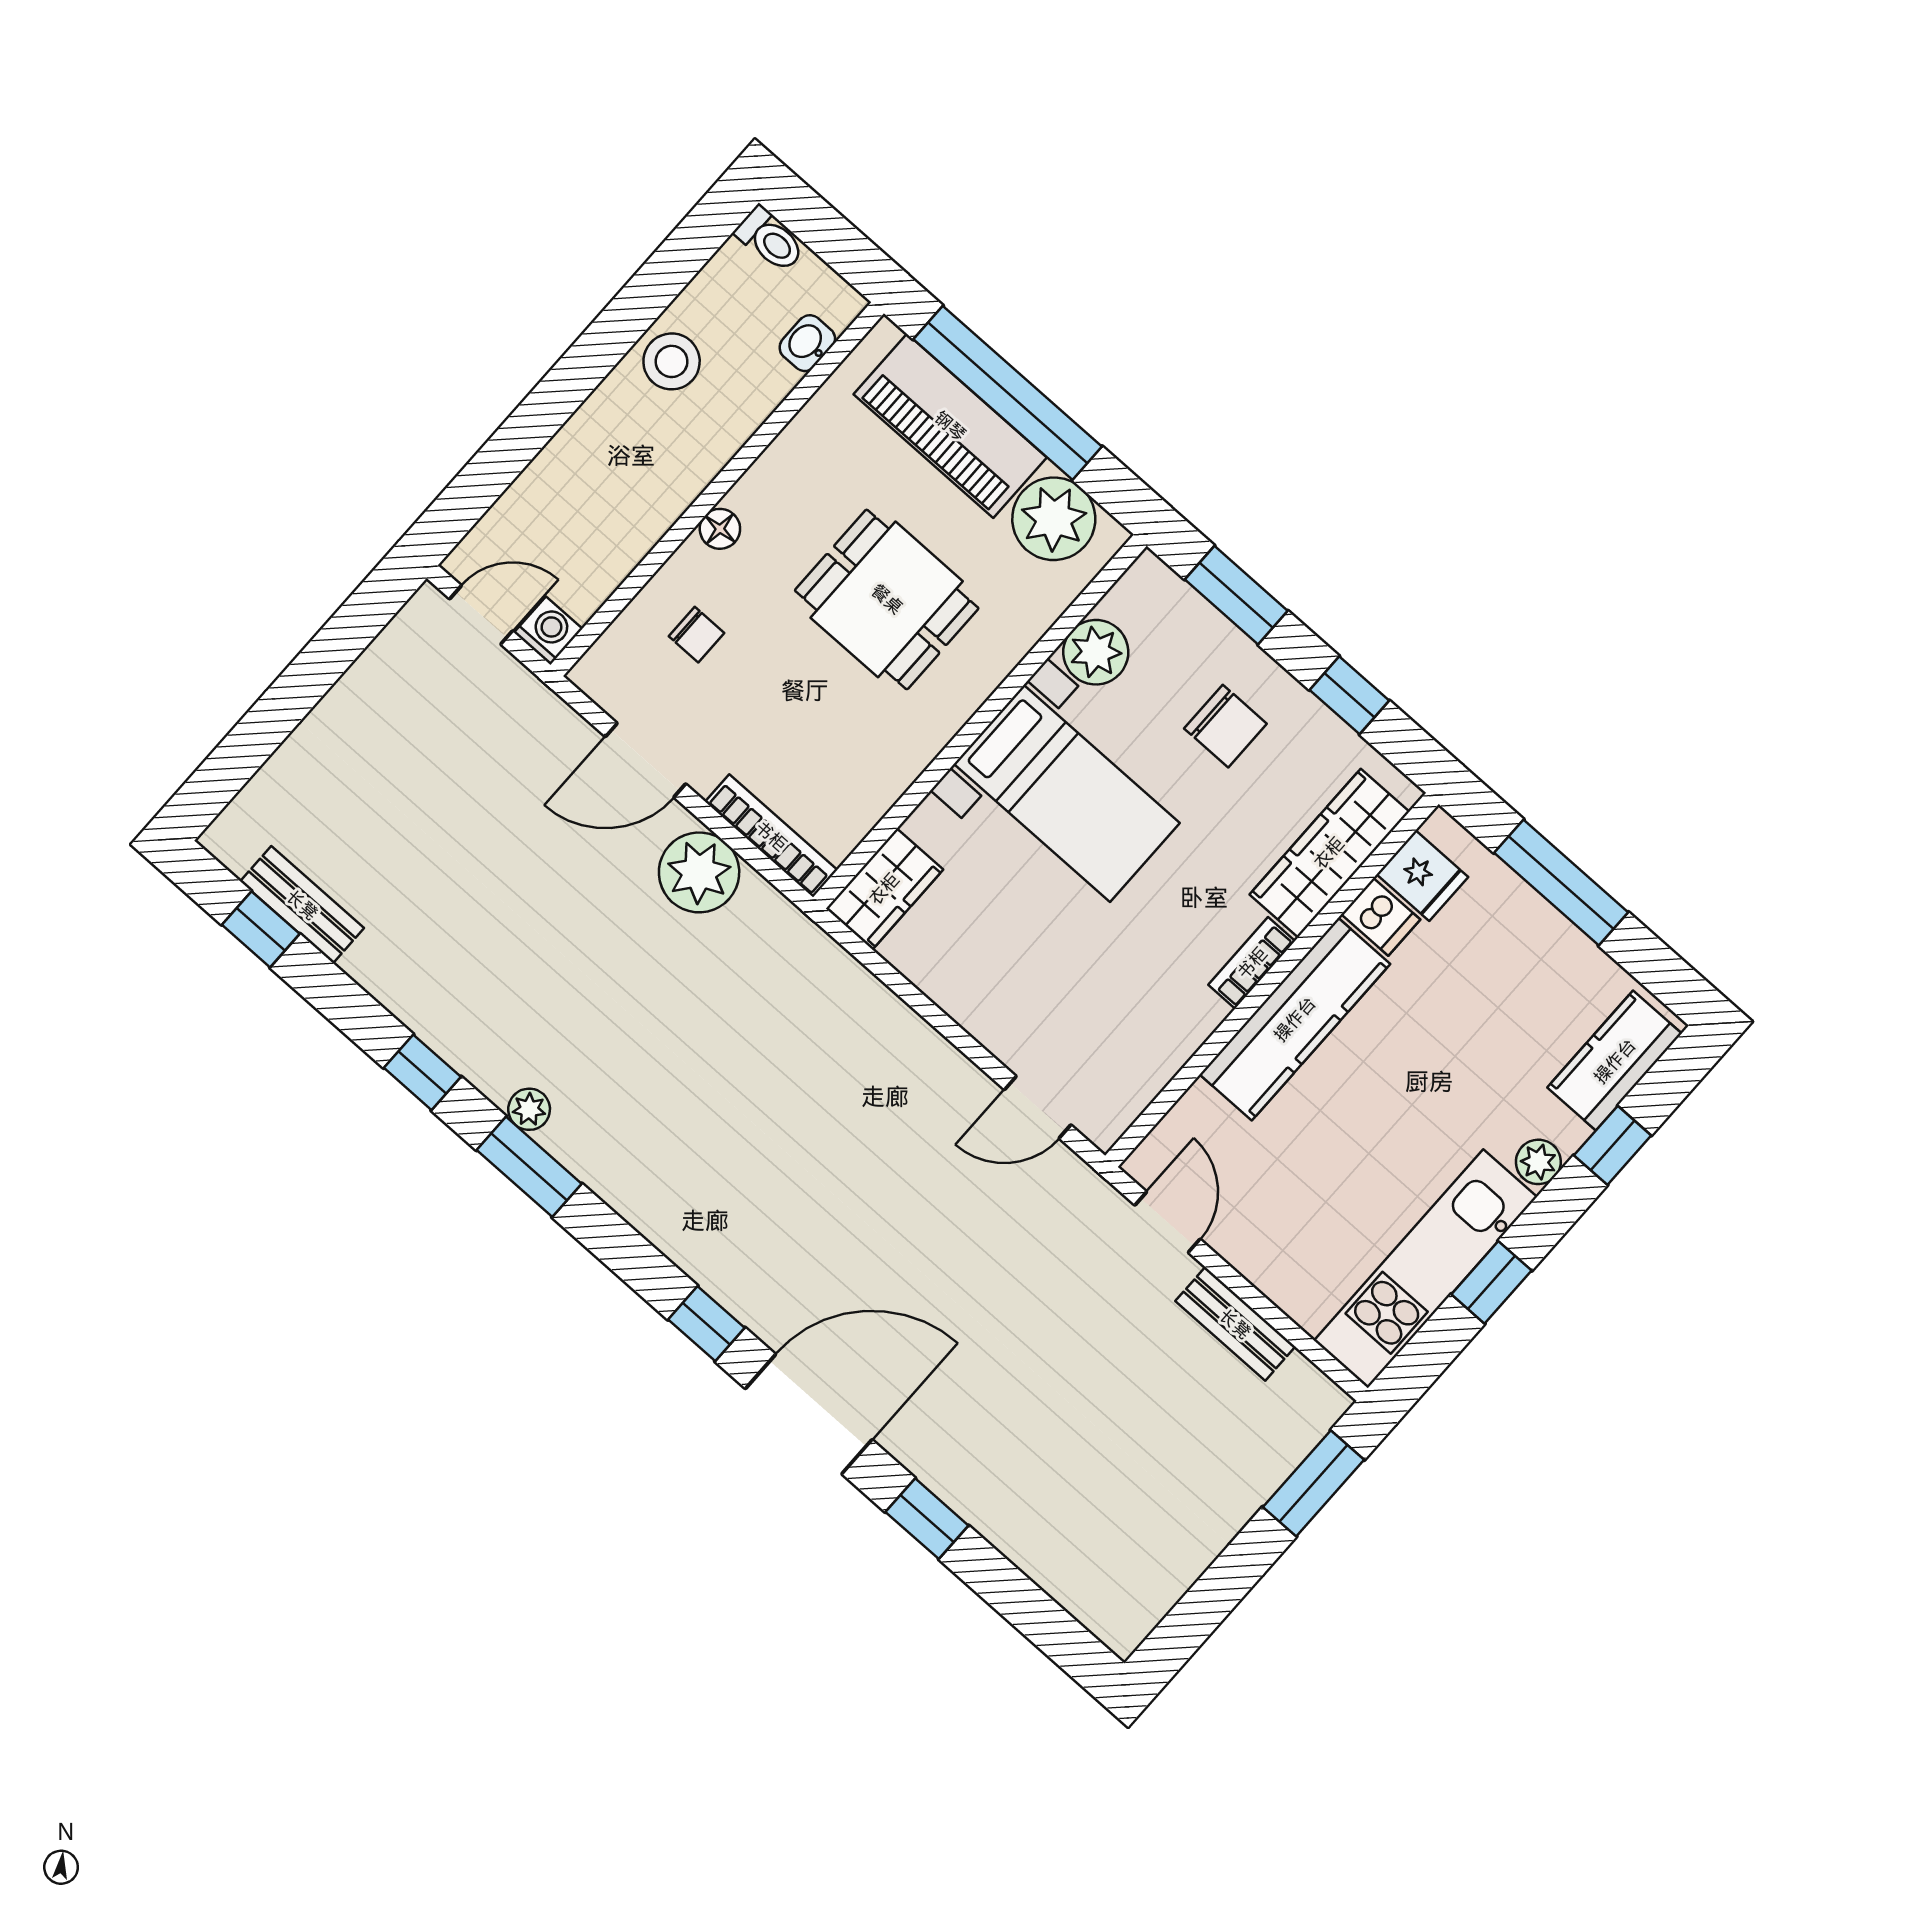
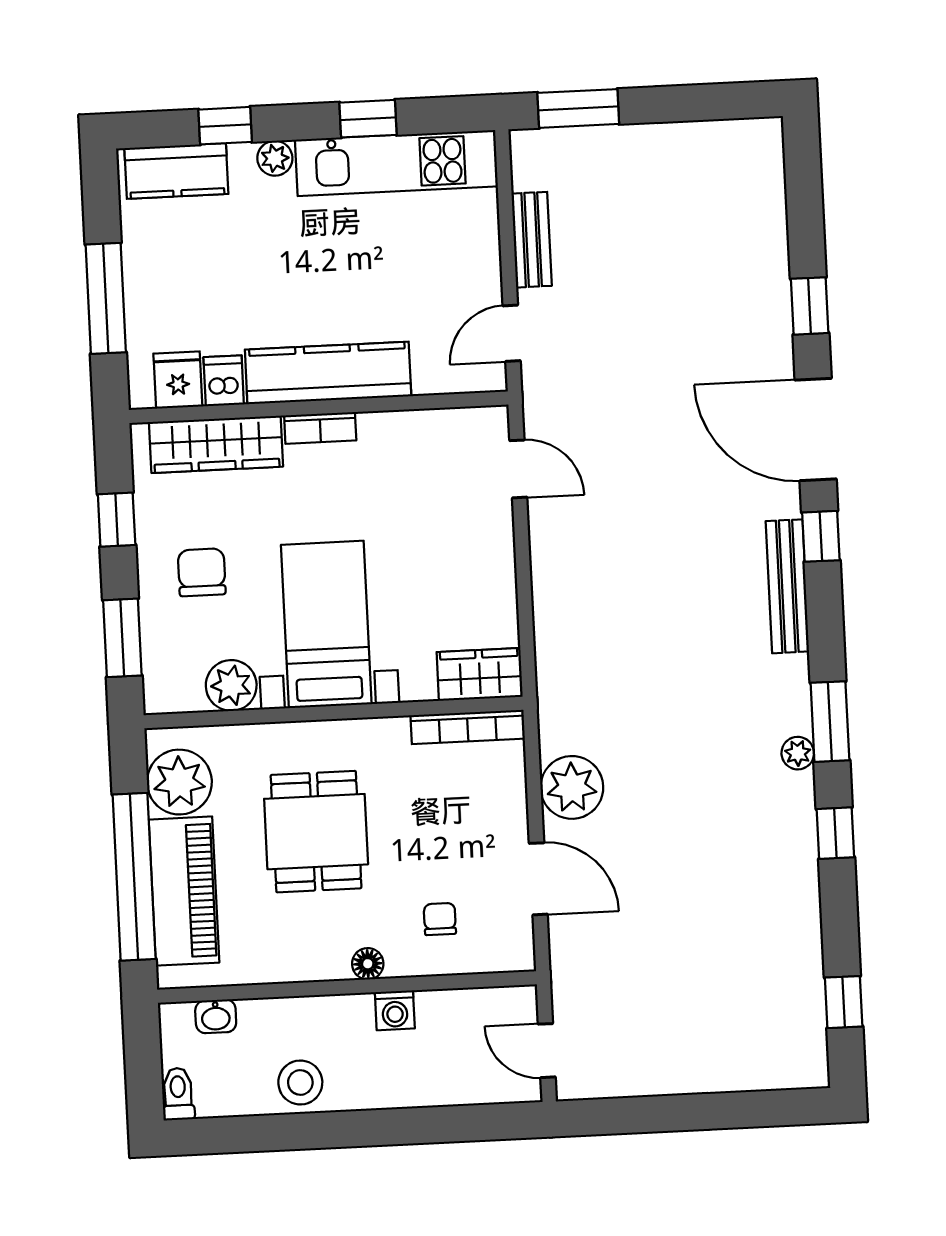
washing machine: (548, 631) -> (395, 1010), moved, turned -90
bookcase: (771, 836) -> (468, 727), moved, turned -90
bench: (302, 905) -> (787, 586), moved, width x1.36

